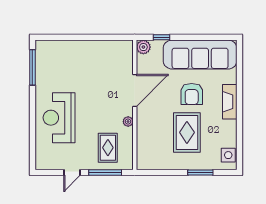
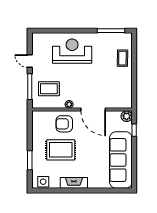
coffee table: (68, 52) -> (122, 58), added
armchair: (192, 94) -> (64, 124), moved
fireplace: (230, 102) -> (74, 183), moved

